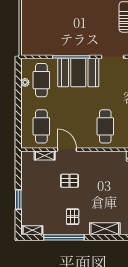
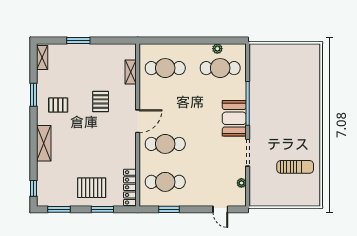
booth: (78, 72) -> (234, 118), width x0.73, depth x0.70
door: (67, 150) -> (138, 121), moved
window: (64, 237) -> (33, 95), width x0.47

